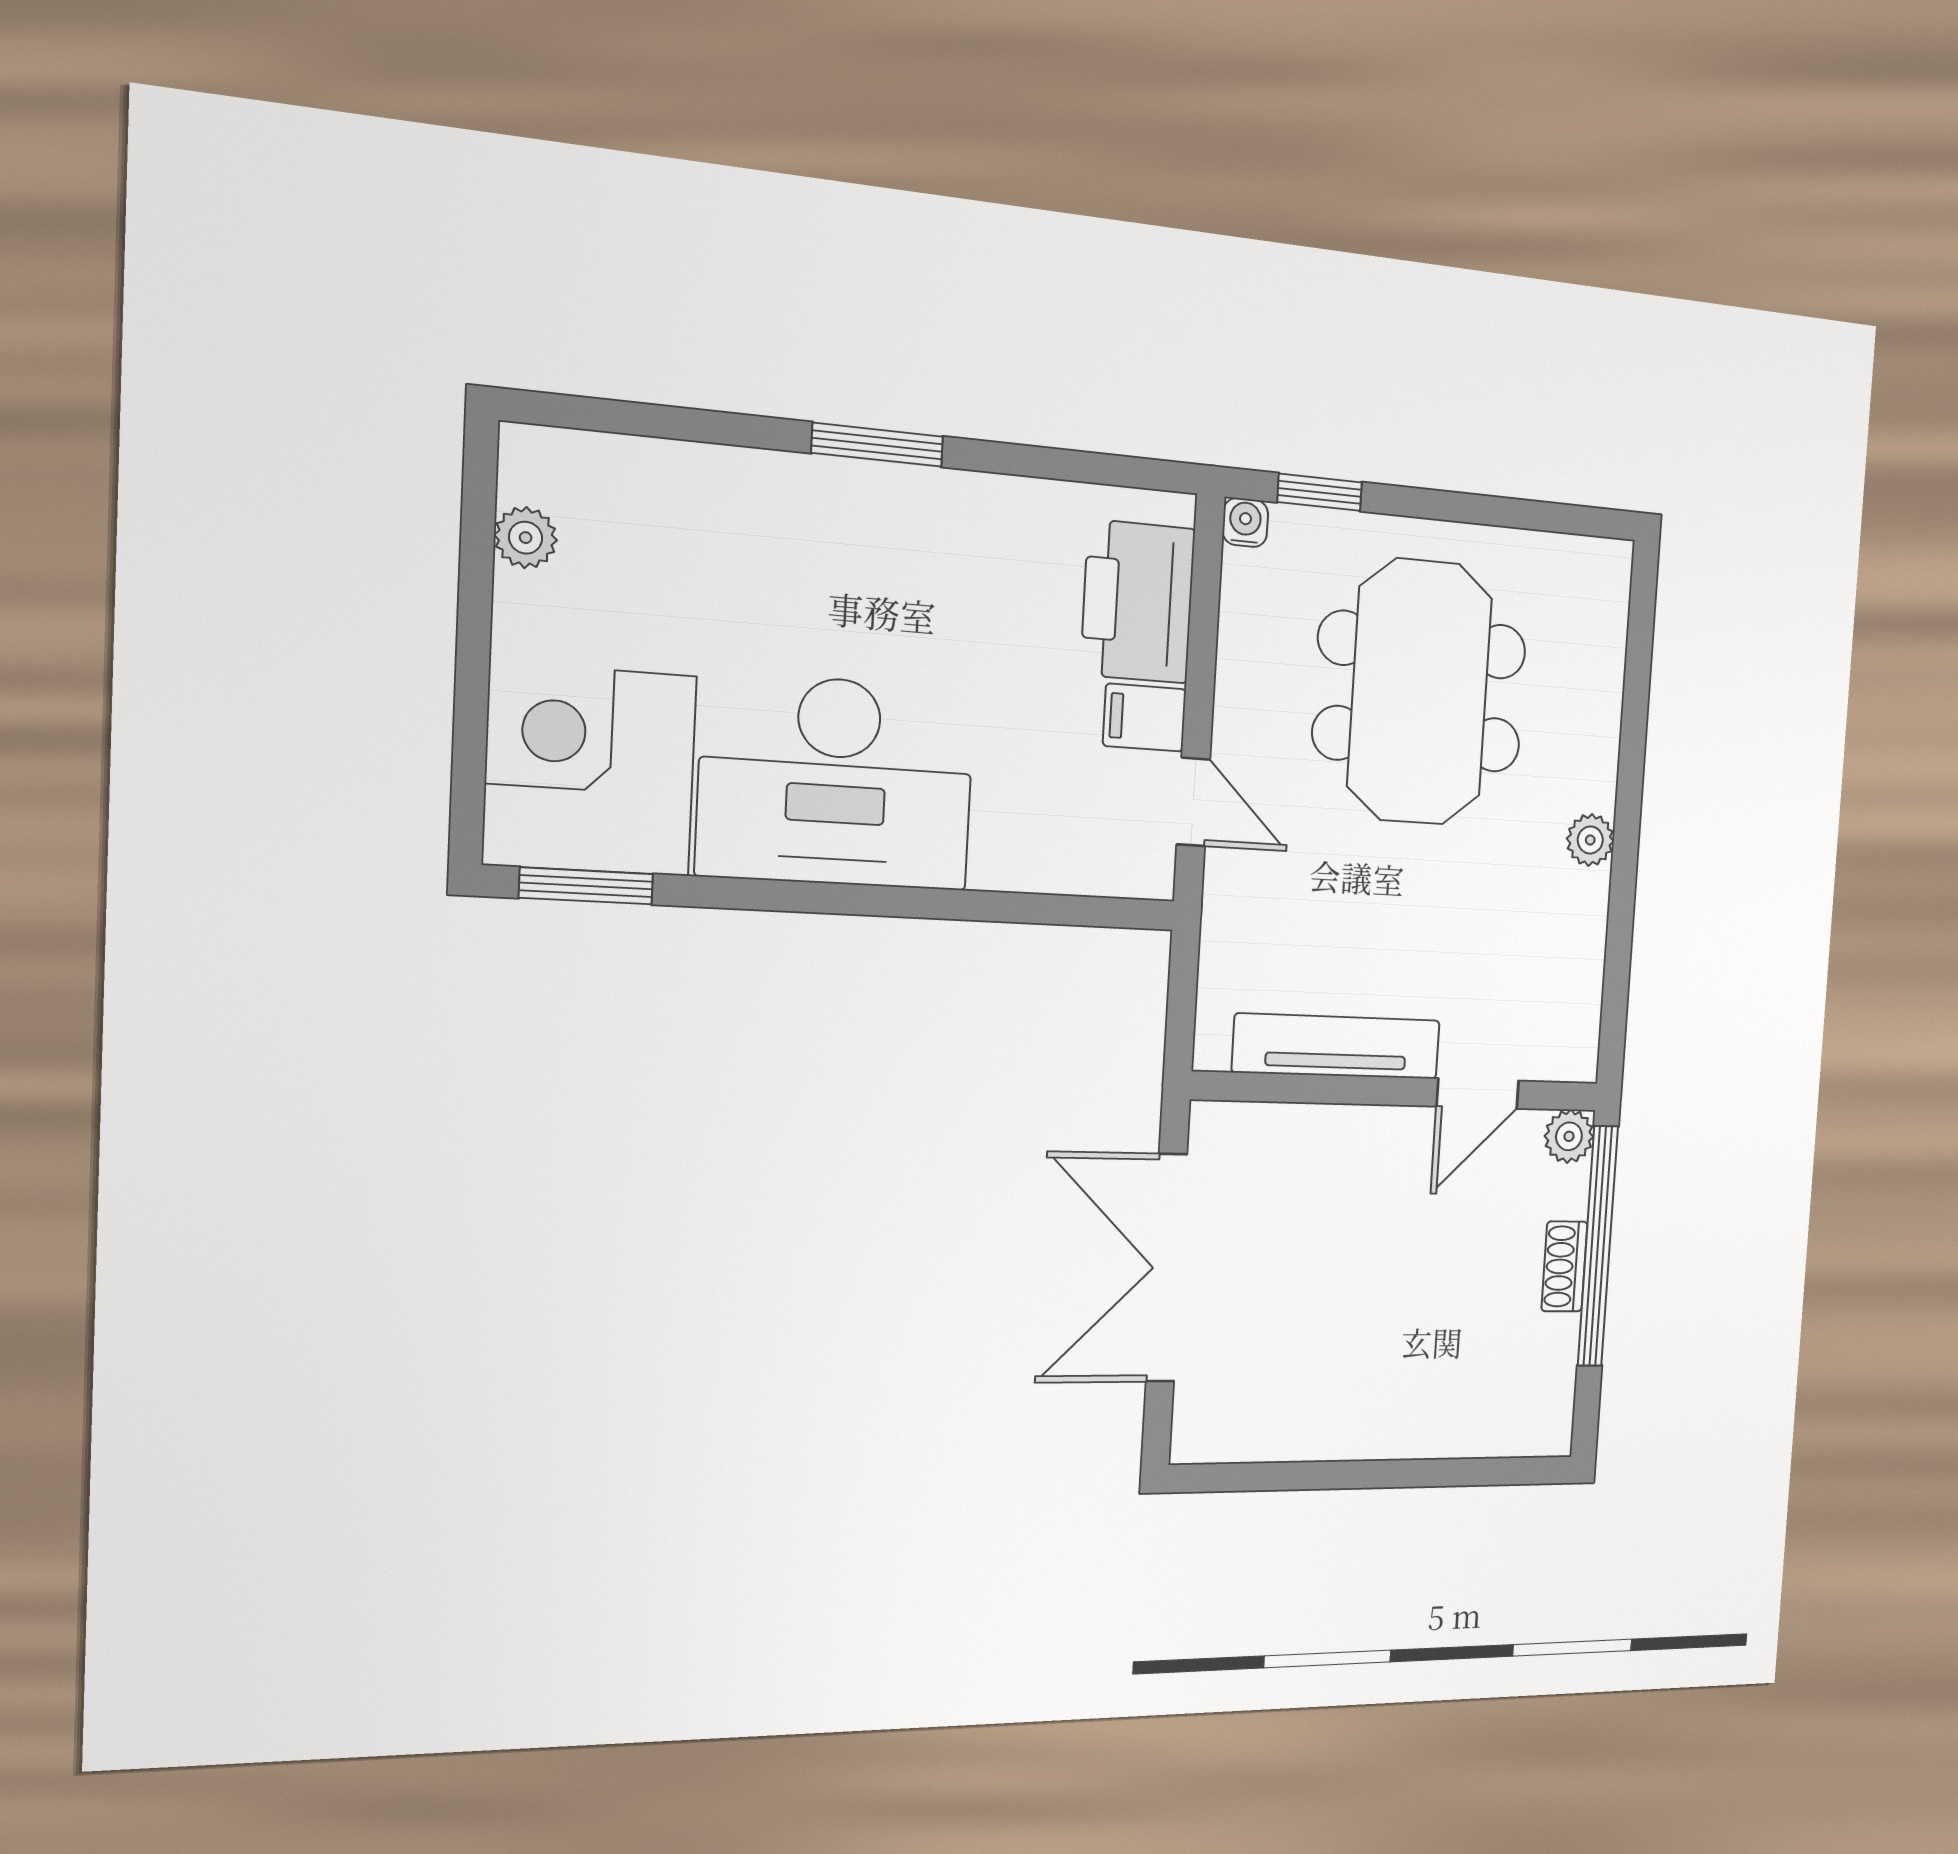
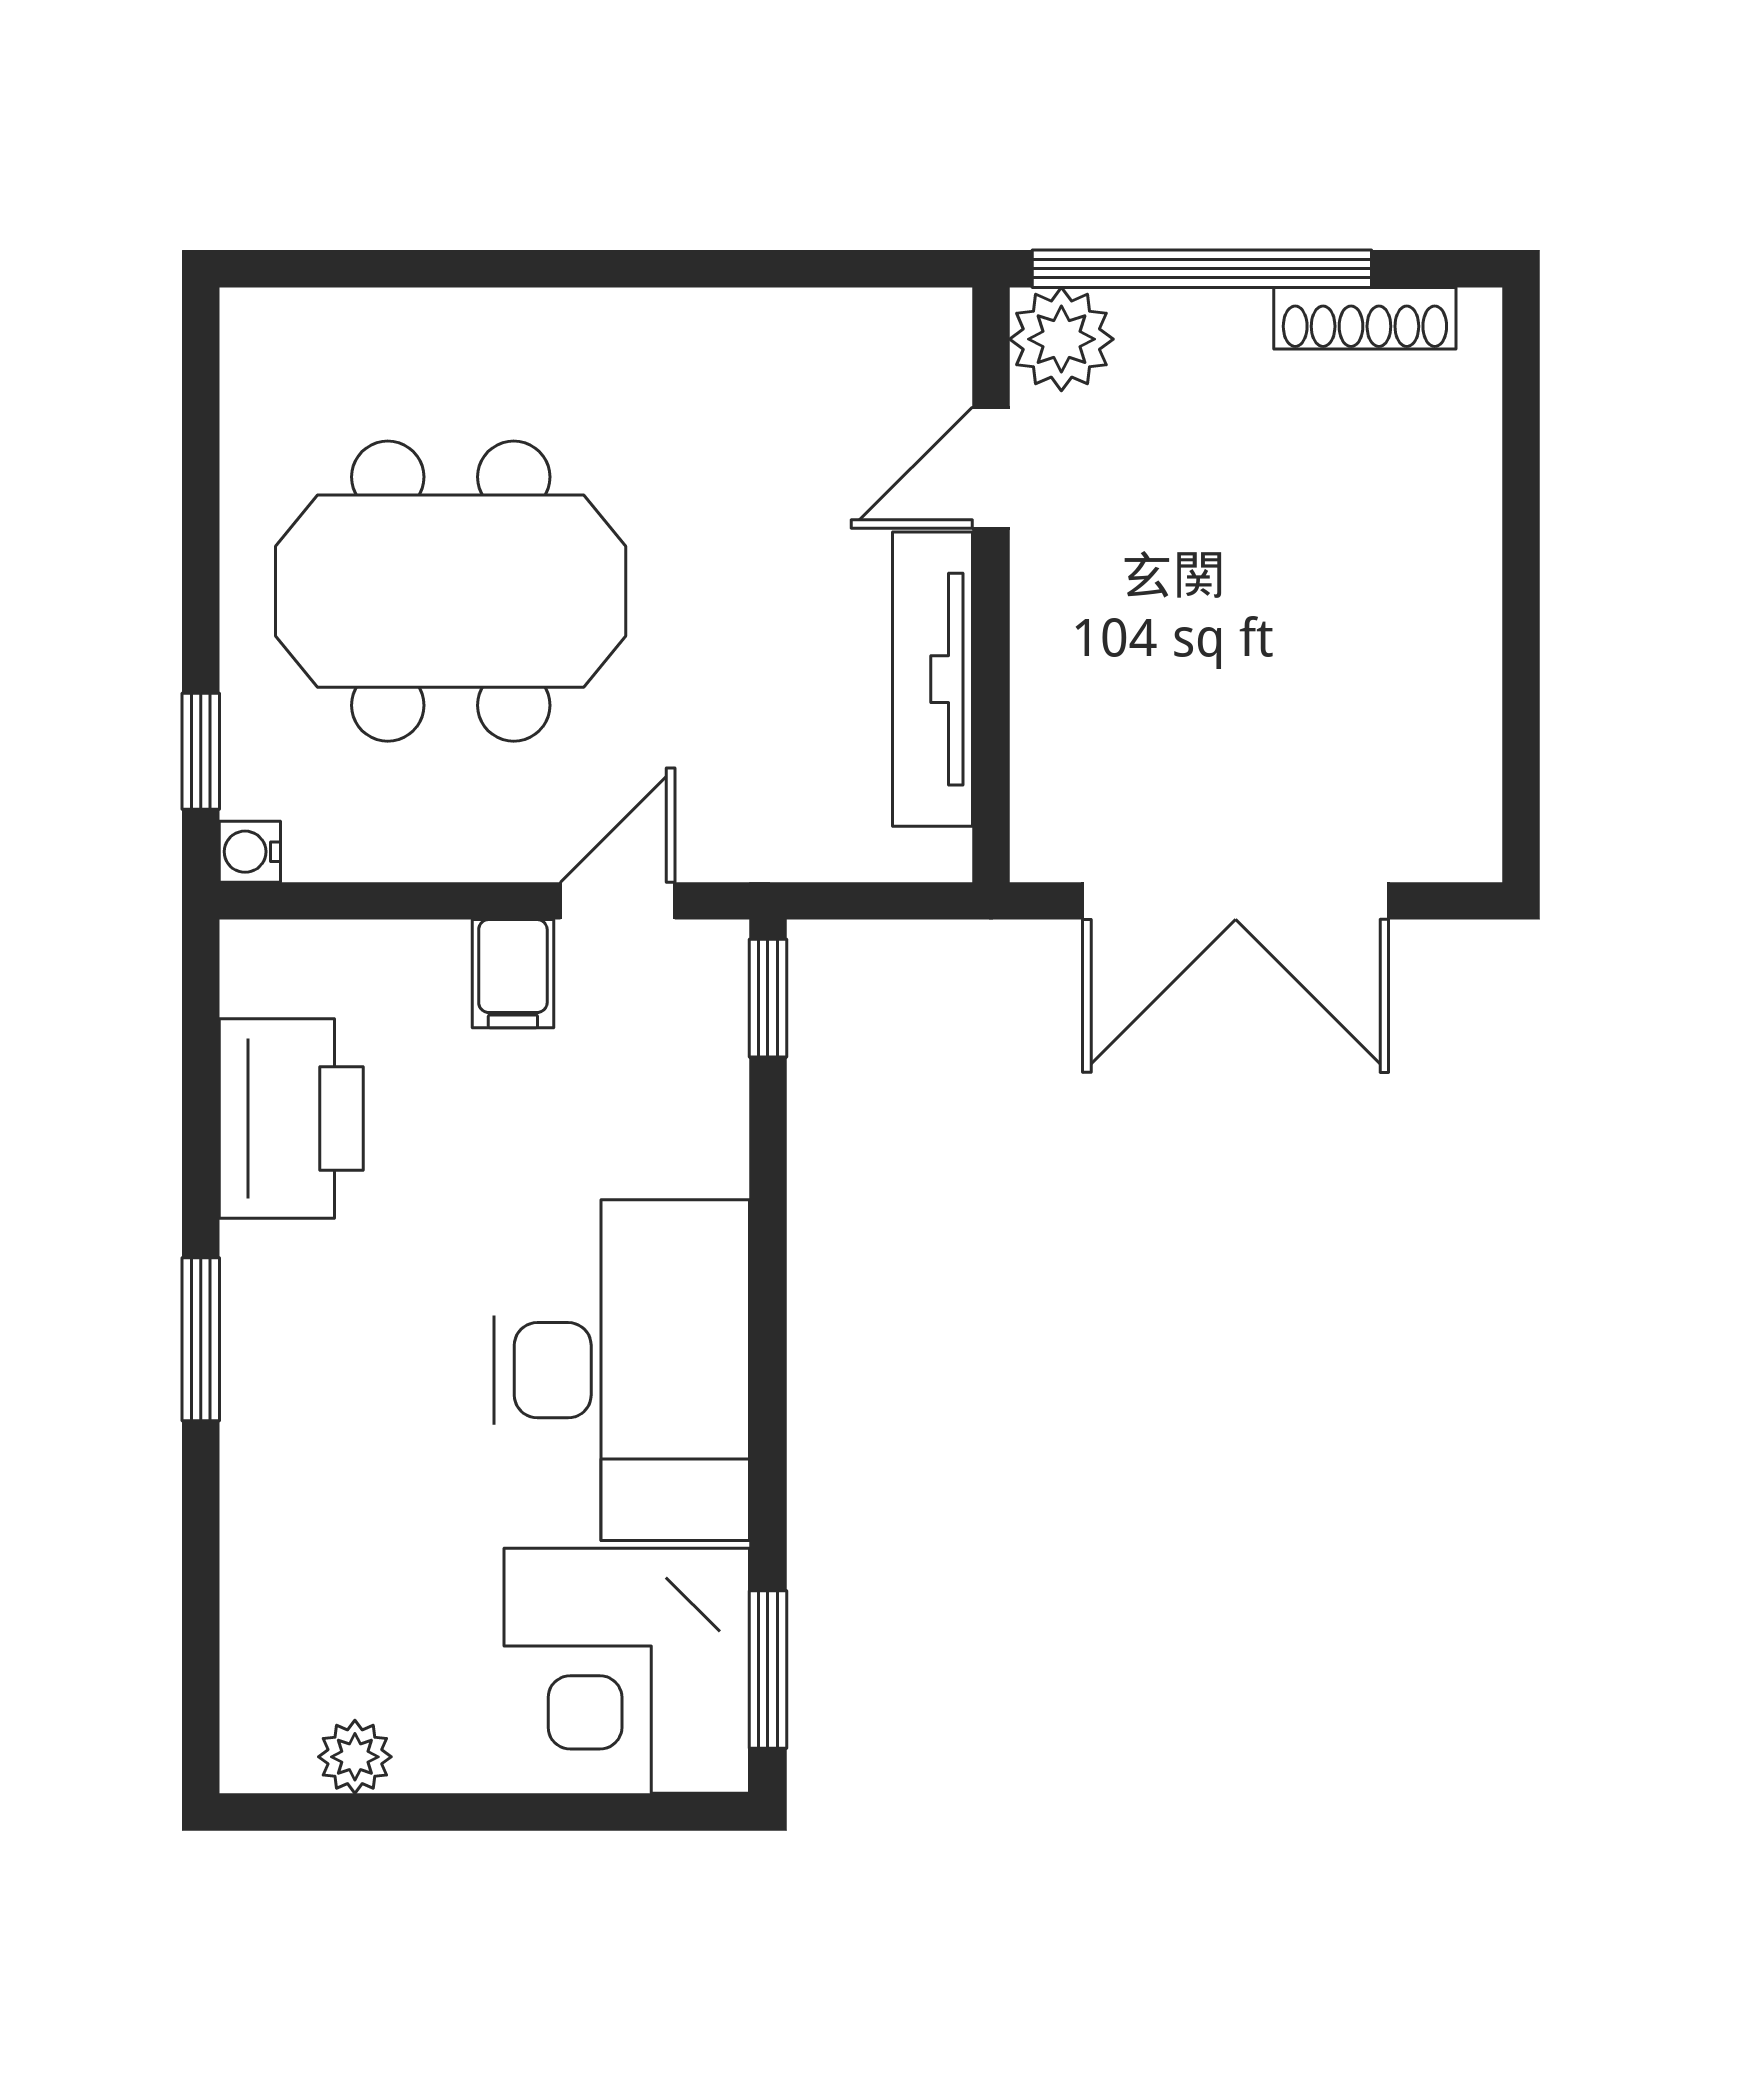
printer: (1138, 602) -> (291, 1118), moved, turned -90
plant: (1590, 840) -> (634, 323), removed
window: (1116, 913) -> (768, 998), added
door: (1478, 1094) -> (991, 468), swing flipped
plant: (1569, 1136) -> (1061, 339), width x1.38, depth x1.38
shoe rack: (1564, 1266) -> (1365, 318), moved, width x1.43

